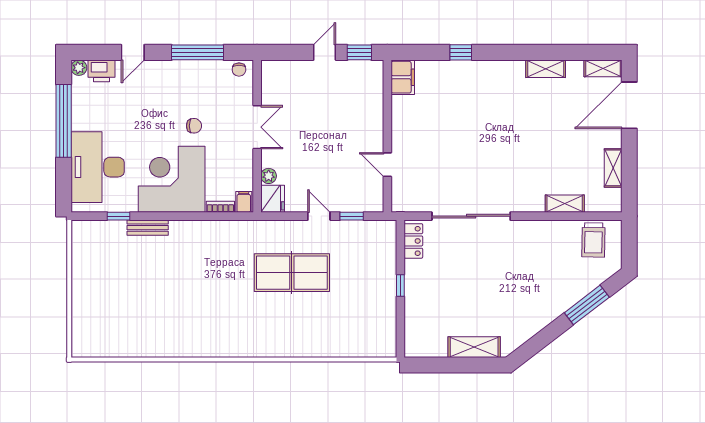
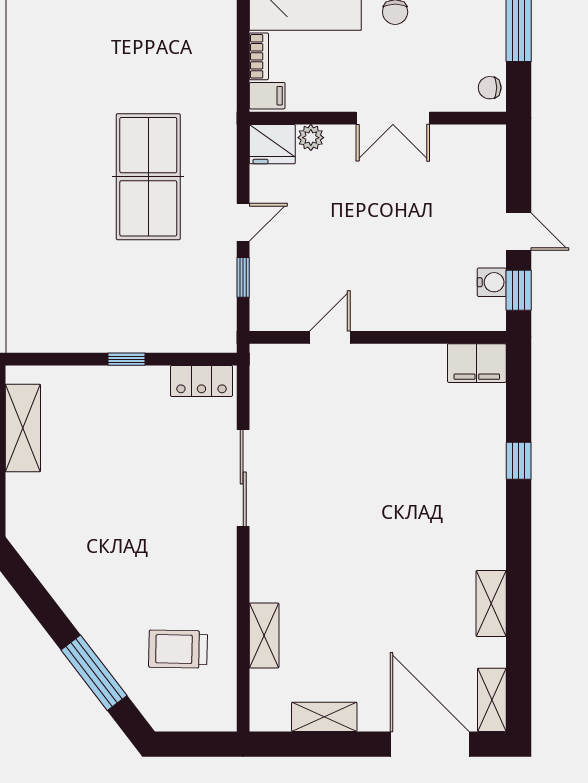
water cooler: (355, 68) -> (492, 282), added
sliding door: (471, 216) -> (243, 478), width x0.73
trolley: (593, 240) -> (178, 649), moved
shelving: (474, 347) -> (23, 428), moved

